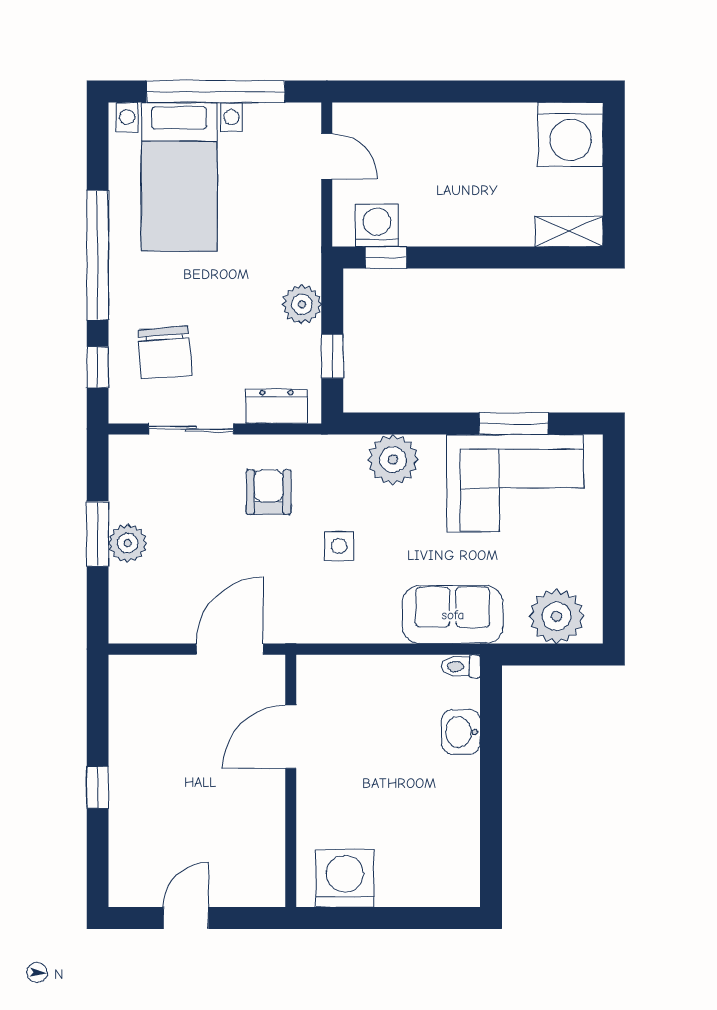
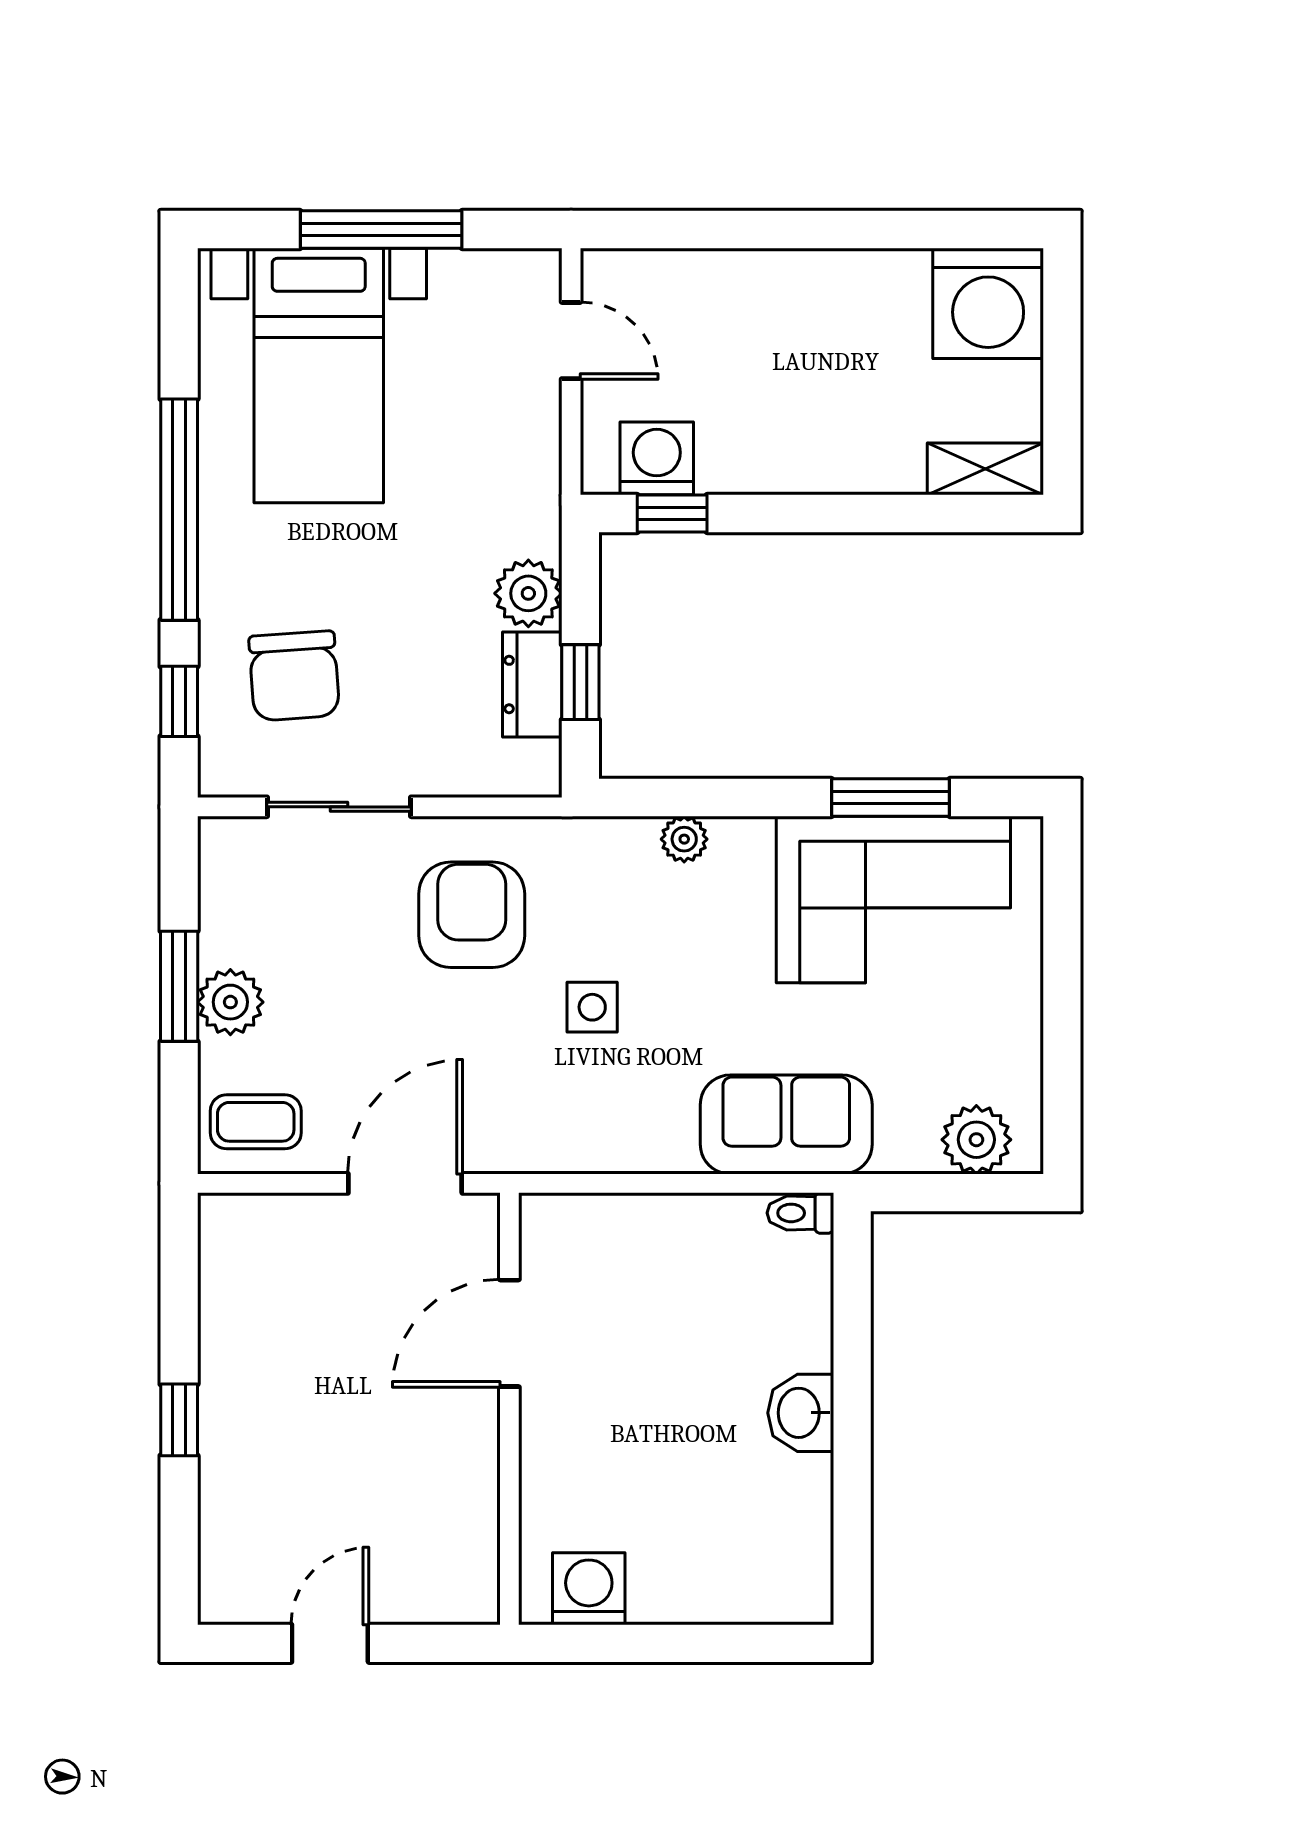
window: (216, 91) -> (381, 230), width x0.68
dresser: (276, 406) -> (532, 685), moved, turned -90
plant: (393, 460) -> (684, 839), width x0.53, depth x0.53
armchair: (269, 492) -> (472, 915), width x1.38, depth x1.38
coffee table: (142, 613) -> (256, 1122), added
plant: (556, 616) -> (976, 1140), width x0.73, depth x0.73
washbasin: (461, 732) -> (801, 1413), moved
washing machine: (345, 878) -> (589, 1589), width x0.73, depth x0.73

